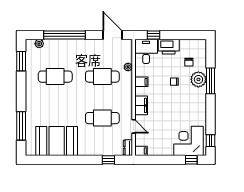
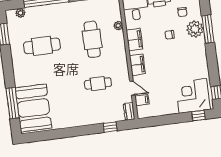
cafe table: (102, 77) -> (92, 39), turned 90
filing cabinet: (141, 82) -> (134, 39), width x2.00
cafe table: (102, 118) -> (98, 84), width x0.73, depth x0.74
booth: (57, 141) -> (33, 108), moved, turned 90
filing cabinet: (141, 151) -> (142, 100), moved

